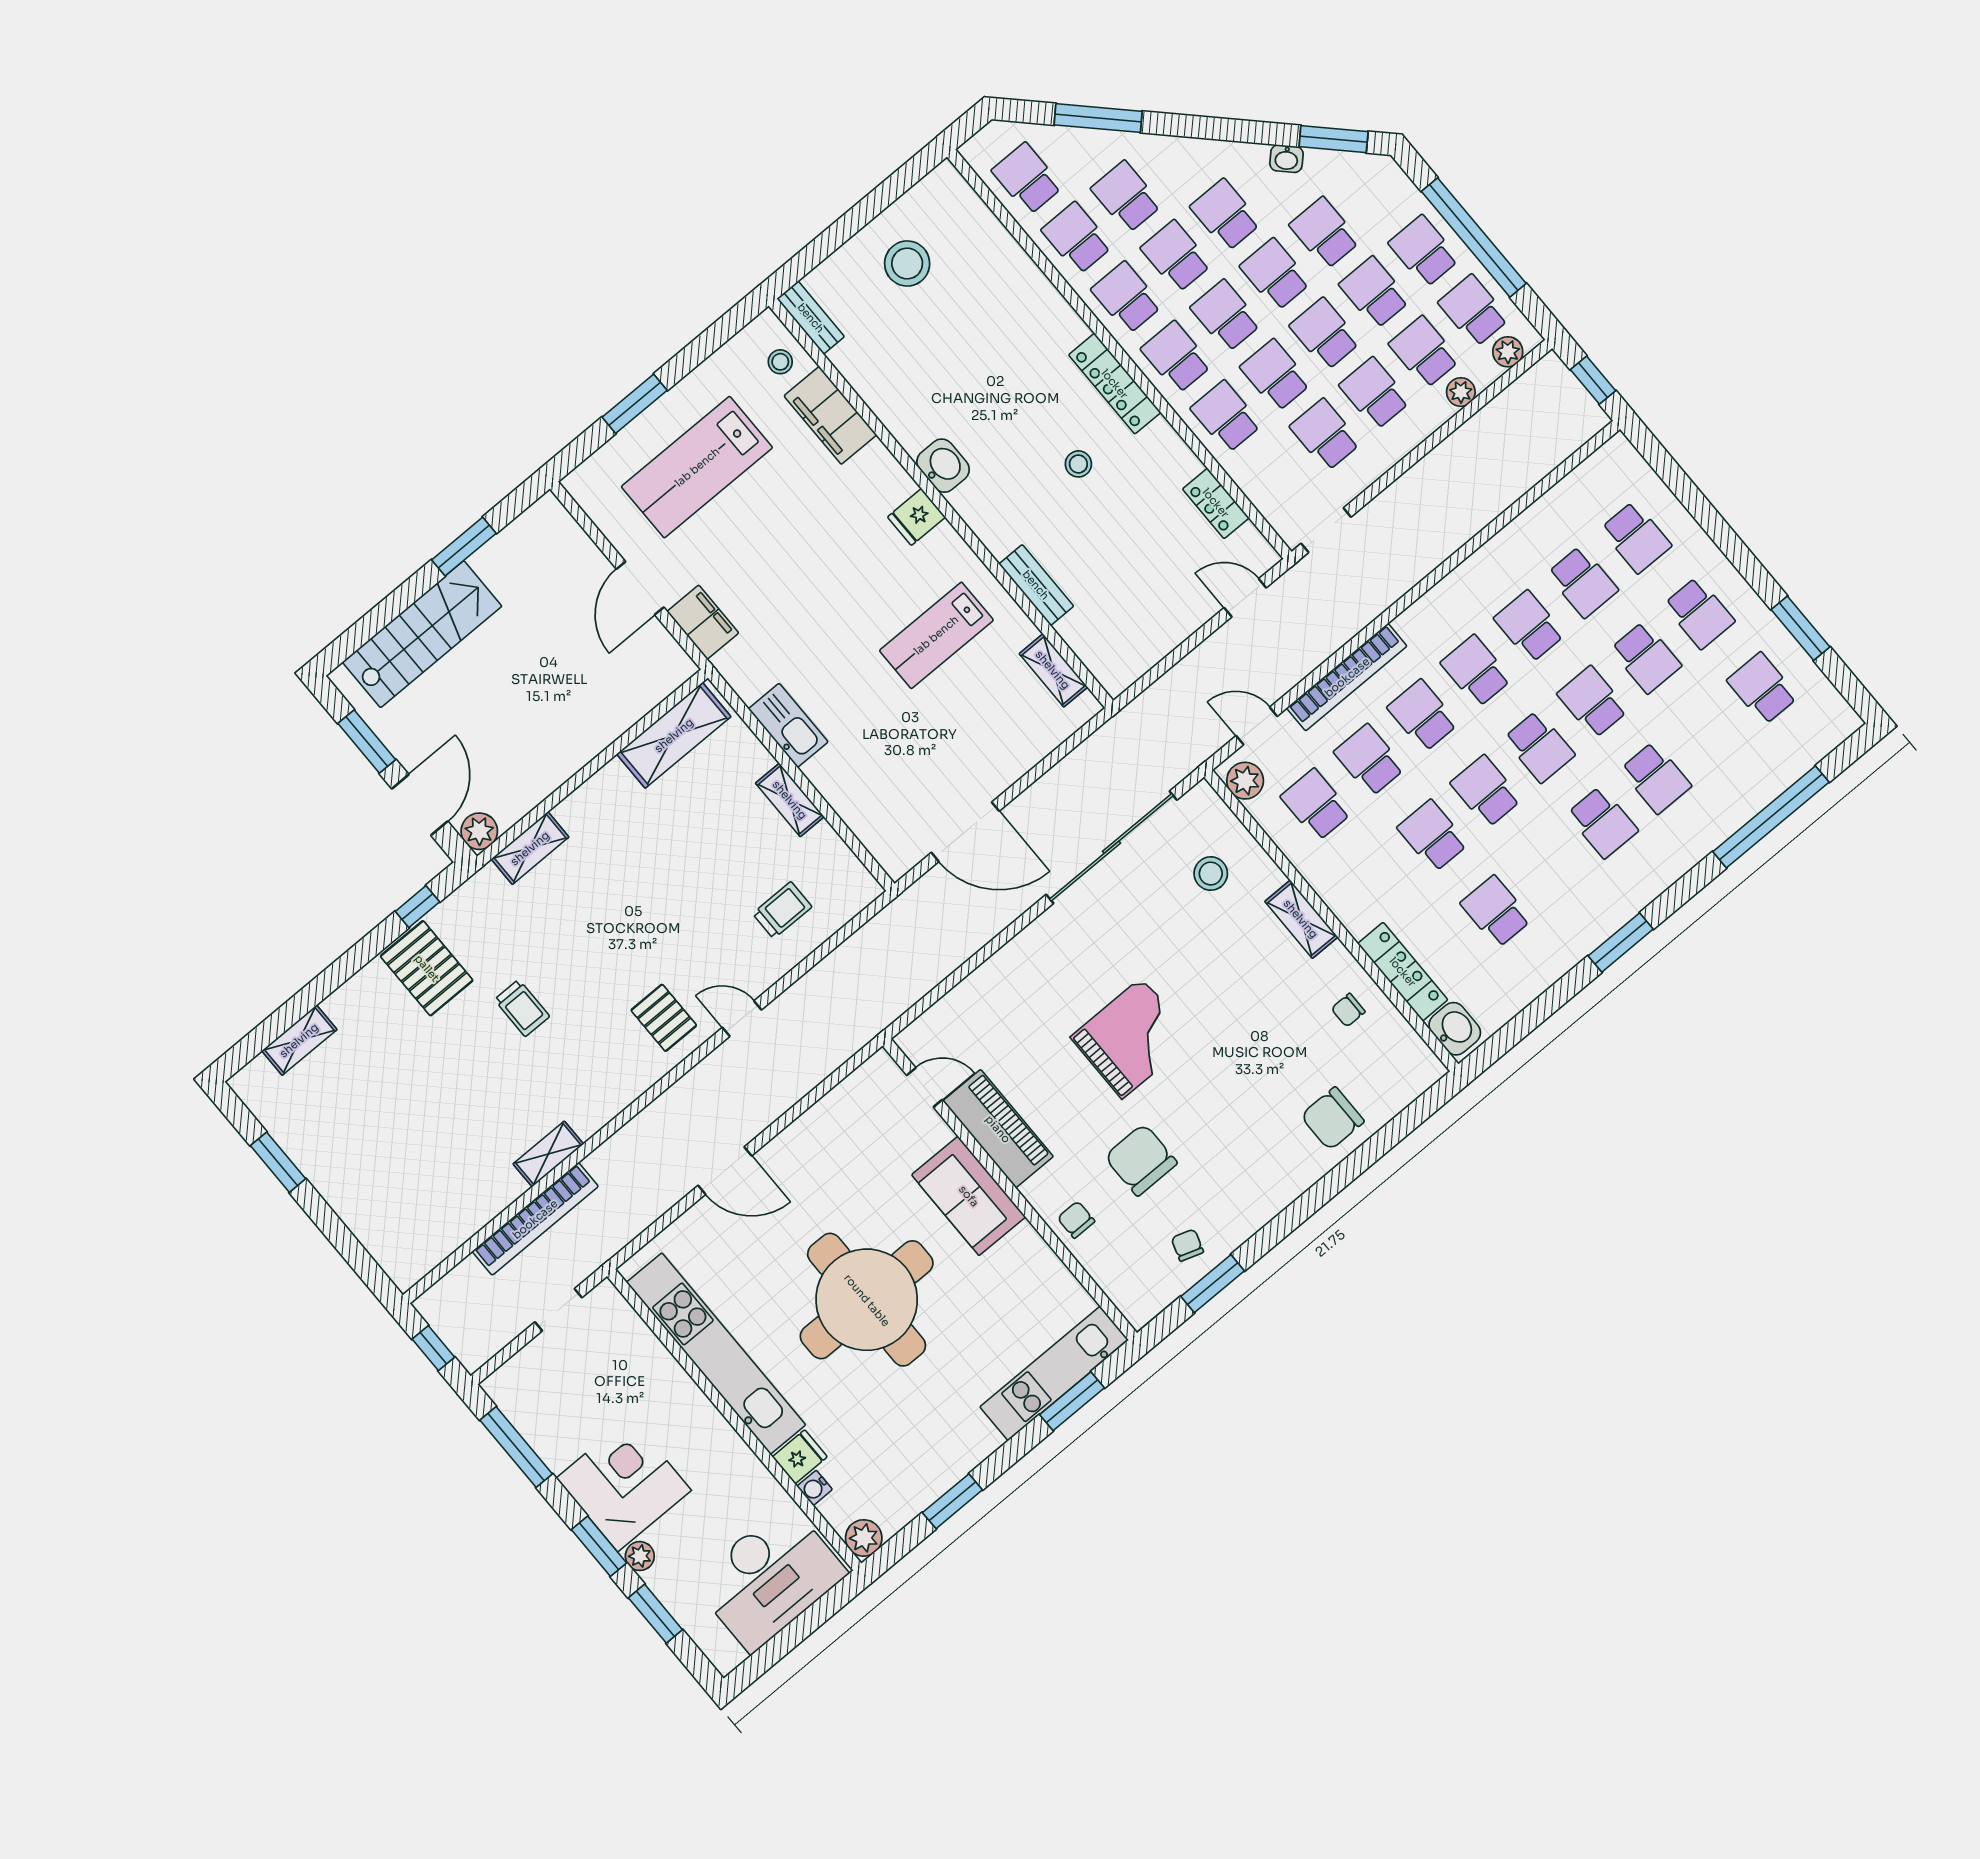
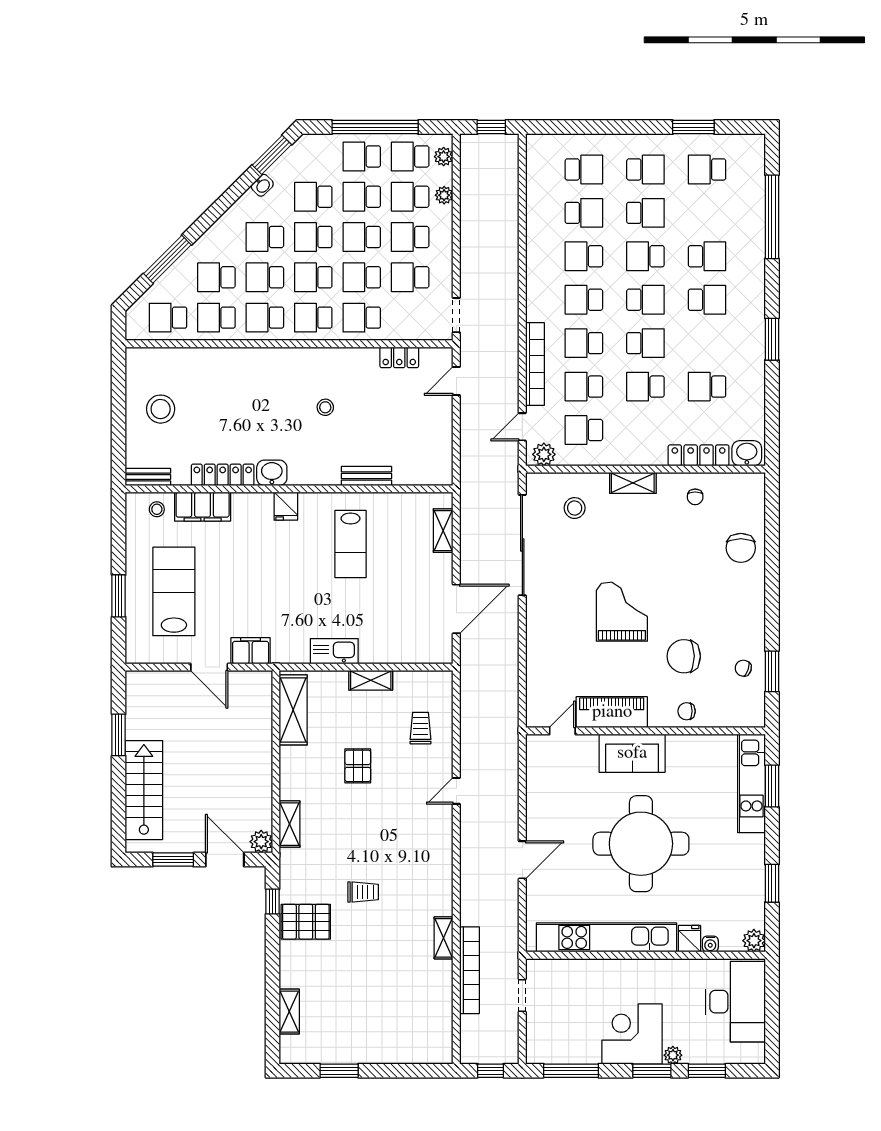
locker: (1115, 384) -> (223, 475), moved, turned 180
lab bench: (697, 467) -> (174, 591), turned 180
shelving: (1053, 670) -> (443, 531), moved, turned 90
school desk: (1486, 791) -> (645, 343), turned 180
pallet: (664, 1018) -> (358, 766), moved, turned 90

